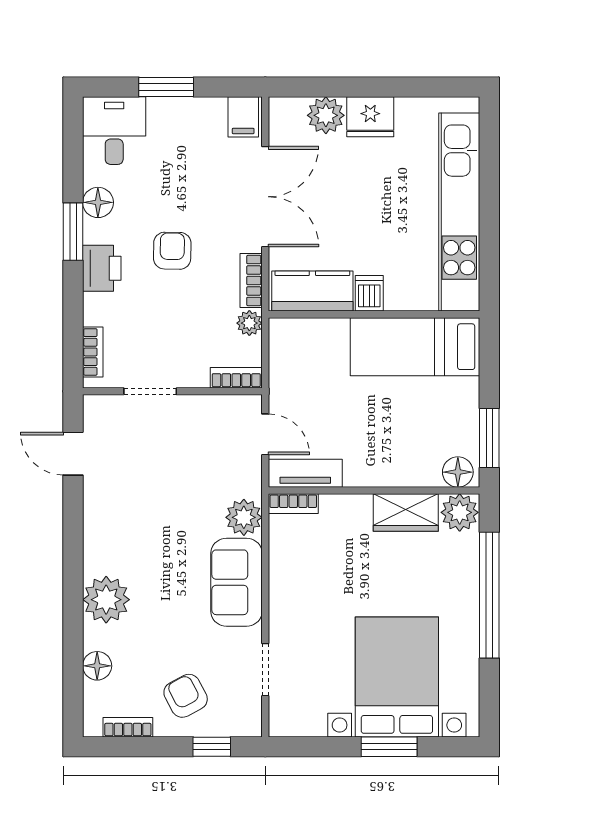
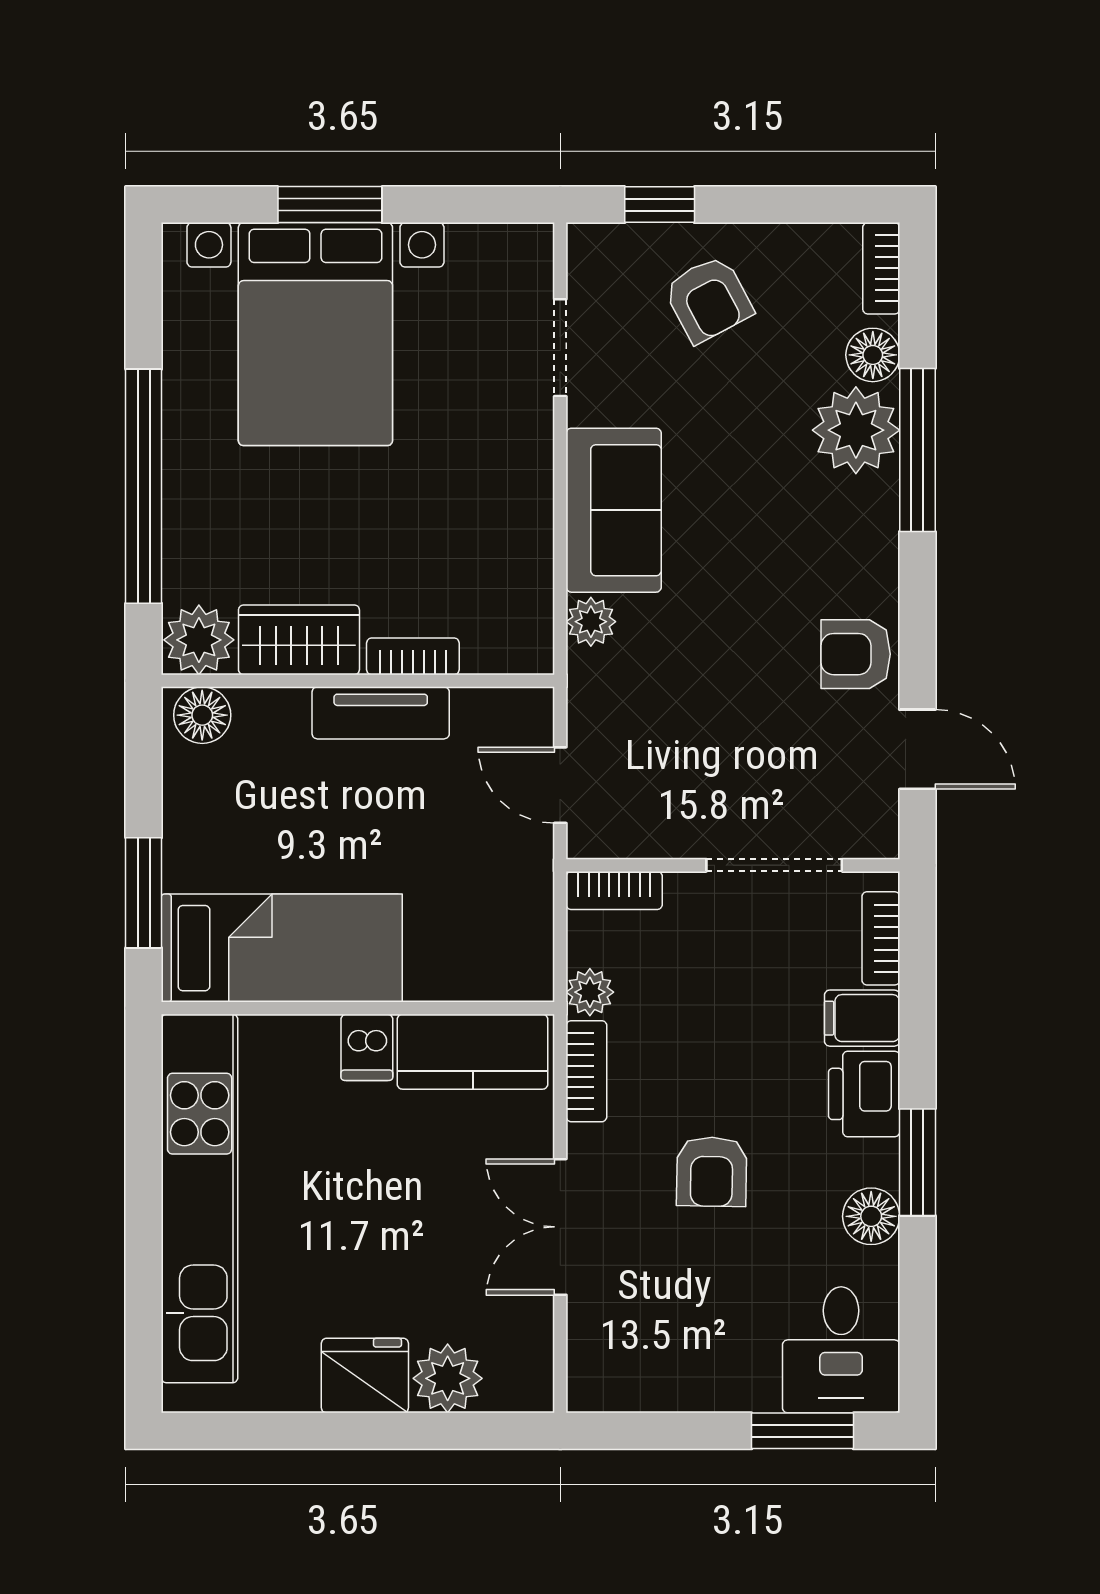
window: (166, 87) -> (802, 1431), moved
filing cabinet: (243, 117) -> (862, 1018), moved, turned -90
double door: (265, 197) -> (560, 1227), width x0.73
armchair: (172, 251) -> (712, 1172), moved
doorway: (150, 391) -> (774, 865), width x1.38
window: (489, 438) -> (144, 893), moved
tv unit: (305, 473) -> (381, 713), moved
bookcase: (293, 504) -> (413, 656), moved
armchair: (106, 505) -> (856, 654), added
plant: (244, 517) -> (591, 622), width x0.73, depth x0.73
plant: (106, 600) -> (856, 430), moved
window: (73, 615) -> (917, 450), added
bookcase: (128, 727) -> (881, 268), moved, turned 90

